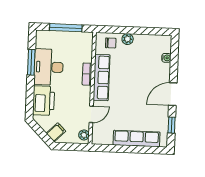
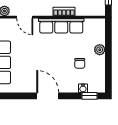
chair: (111, 43) -> (80, 63), moved
window: (172, 125) -> (89, 96), moved

